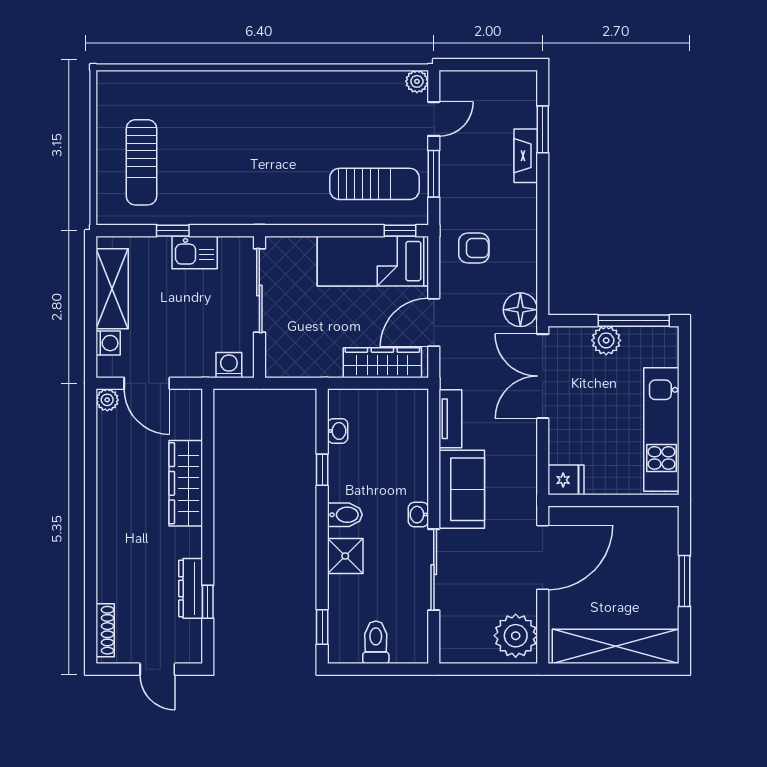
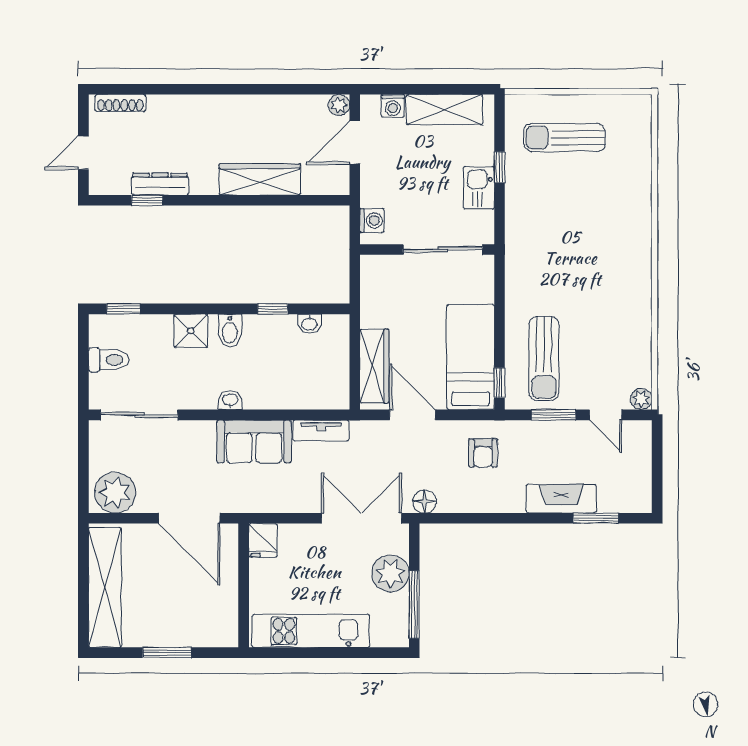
fireplace: (526, 156) -> (561, 499), width x1.37, depth x1.32
floor lamp: (520, 310) -> (425, 501), width x0.73, depth x0.73
plant: (606, 340) -> (390, 573), width x1.36, depth x1.36
sliding door: (434, 570) -> (139, 415), moved

